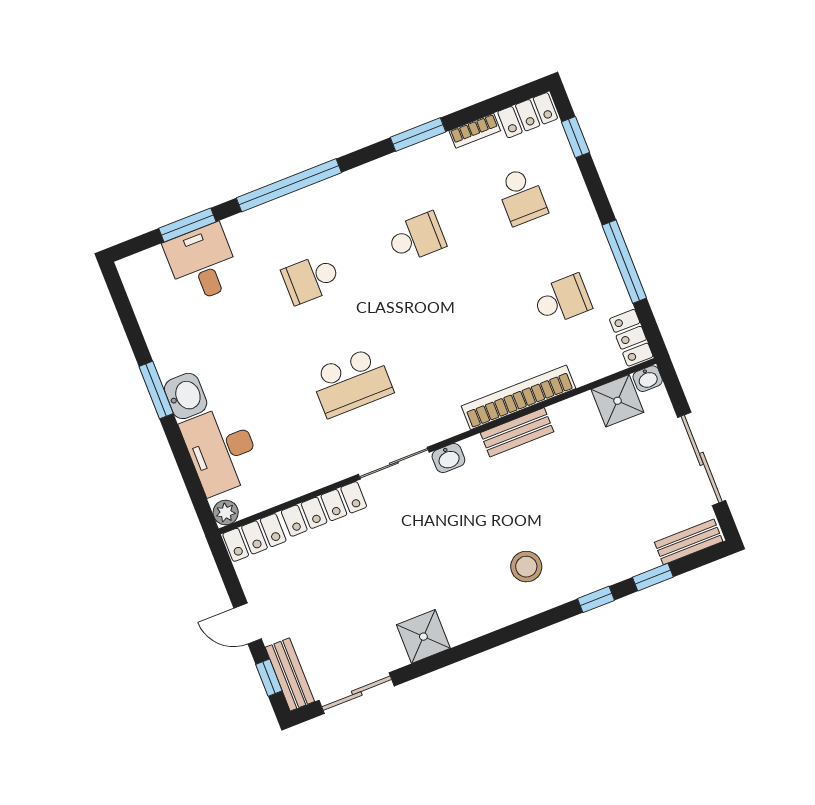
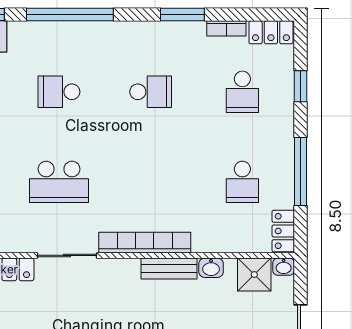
window: (575, 137) -> (301, 86), moved
school desk: (562, 300) -> (242, 182), turned 90
bookcase: (518, 397) -> (145, 243), moved
washbasin: (448, 458) -> (211, 268), moved

